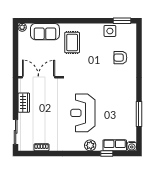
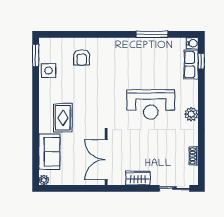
rug: (72, 43) -> (63, 118), turned 90
plant: (90, 145) -> (191, 114), moved
window: (107, 153) -> (201, 61), moved

